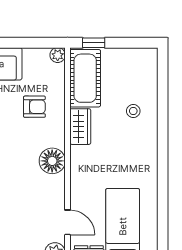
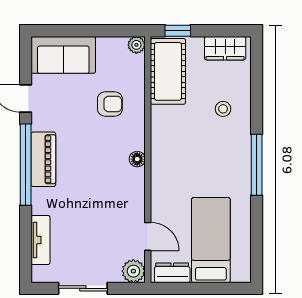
wardrobe: (80, 127) -> (225, 48), moved, turned 90
window: (163, 160) -> (257, 165), added
floor lamp: (52, 161) -> (137, 159), width x0.53, depth x0.53

